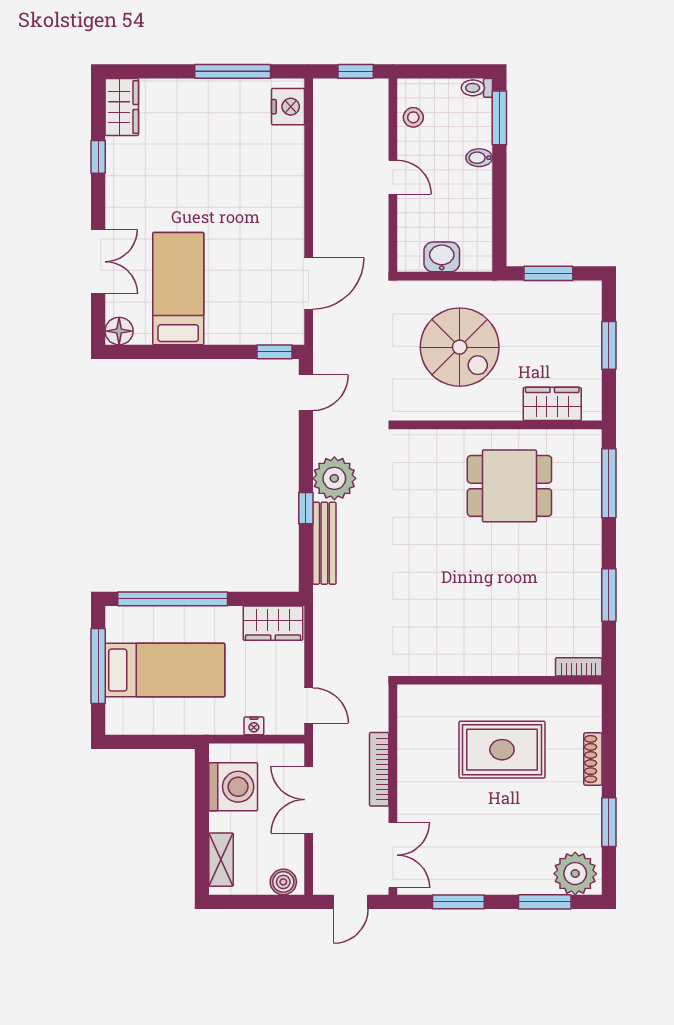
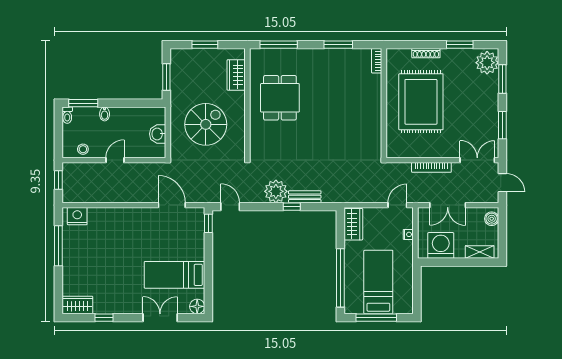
bench: (324, 543) -> (305, 197), width x0.73
rug: (502, 750) -> (421, 102), width x1.37, depth x1.44

